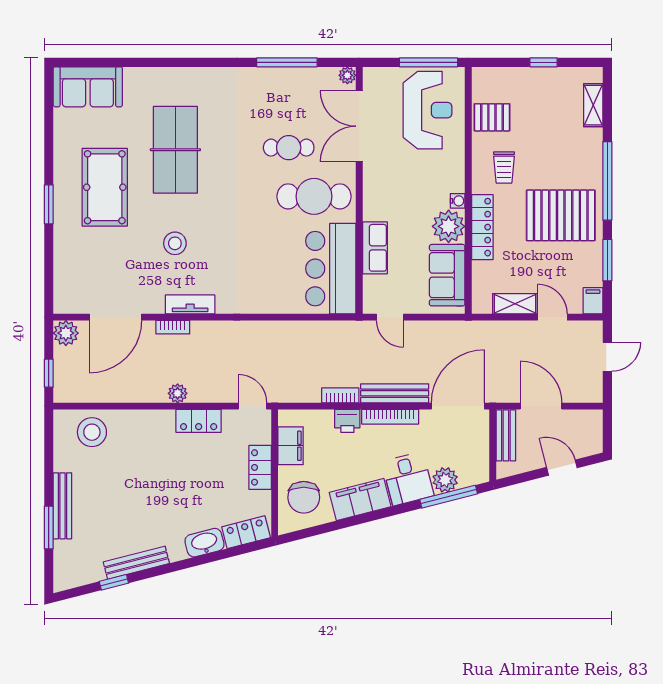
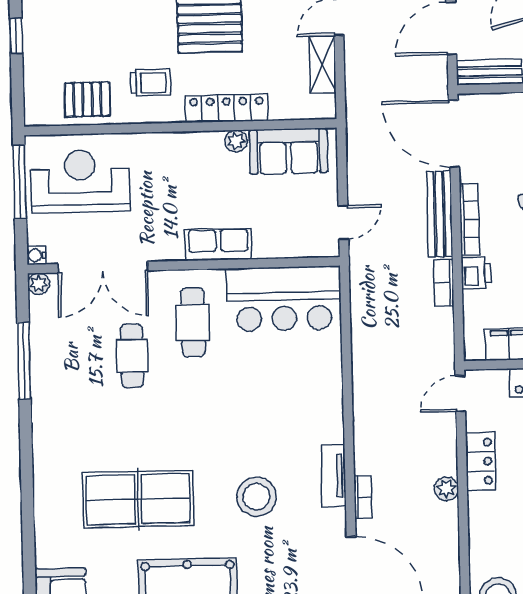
pallet: (492, 117) -> (87, 99), turned 90
cafe table: (314, 196) -> (193, 322), width x0.73, depth x0.74
water cooler: (458, 201) -> (36, 255), moved, turned -90
plant: (449, 226) -> (236, 141), width x0.53, depth x0.53
stool: (175, 243) -> (257, 497), width x1.38, depth x1.38
row of seats: (375, 248) -> (218, 244), moved

